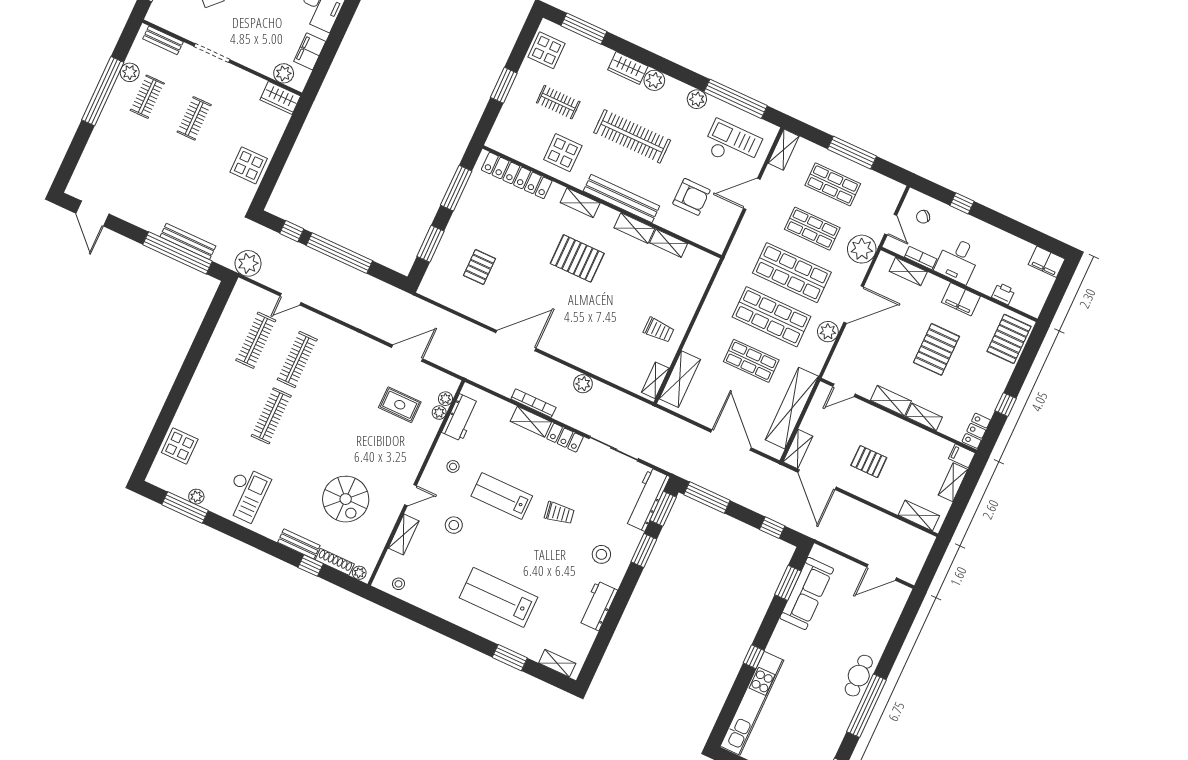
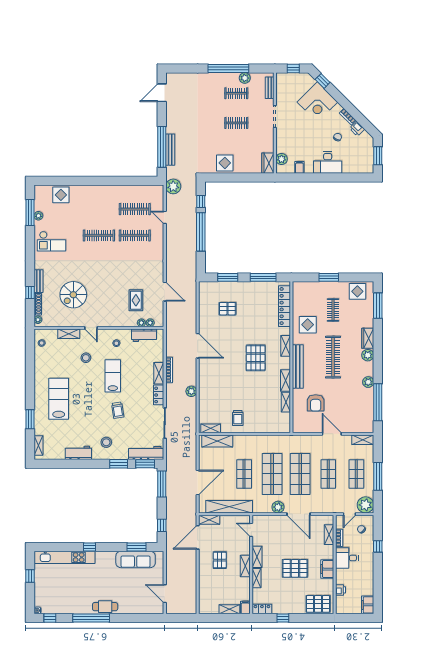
filing cabinet: (310, 51) -> (299, 167), width x0.50
checkout: (732, 144) -> (353, 412), removed
plant: (862, 249) -> (365, 505), moved
shelving: (919, 515) -> (245, 566), moved

